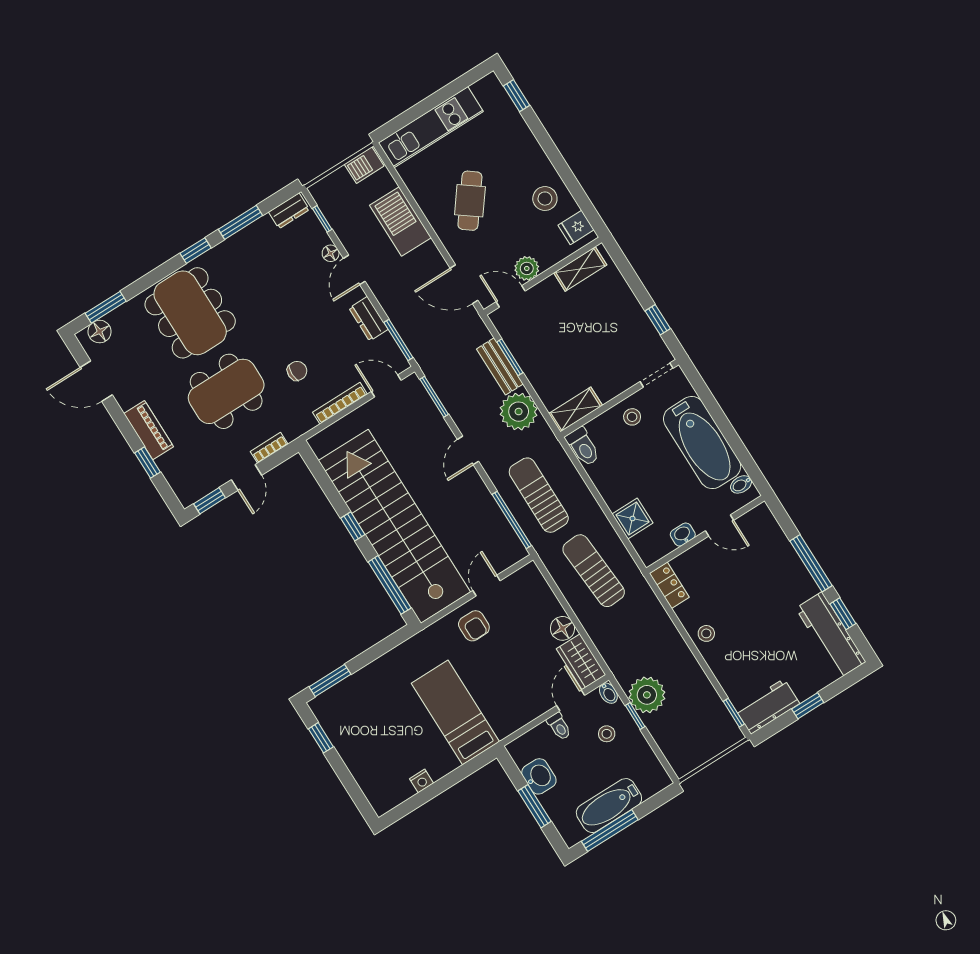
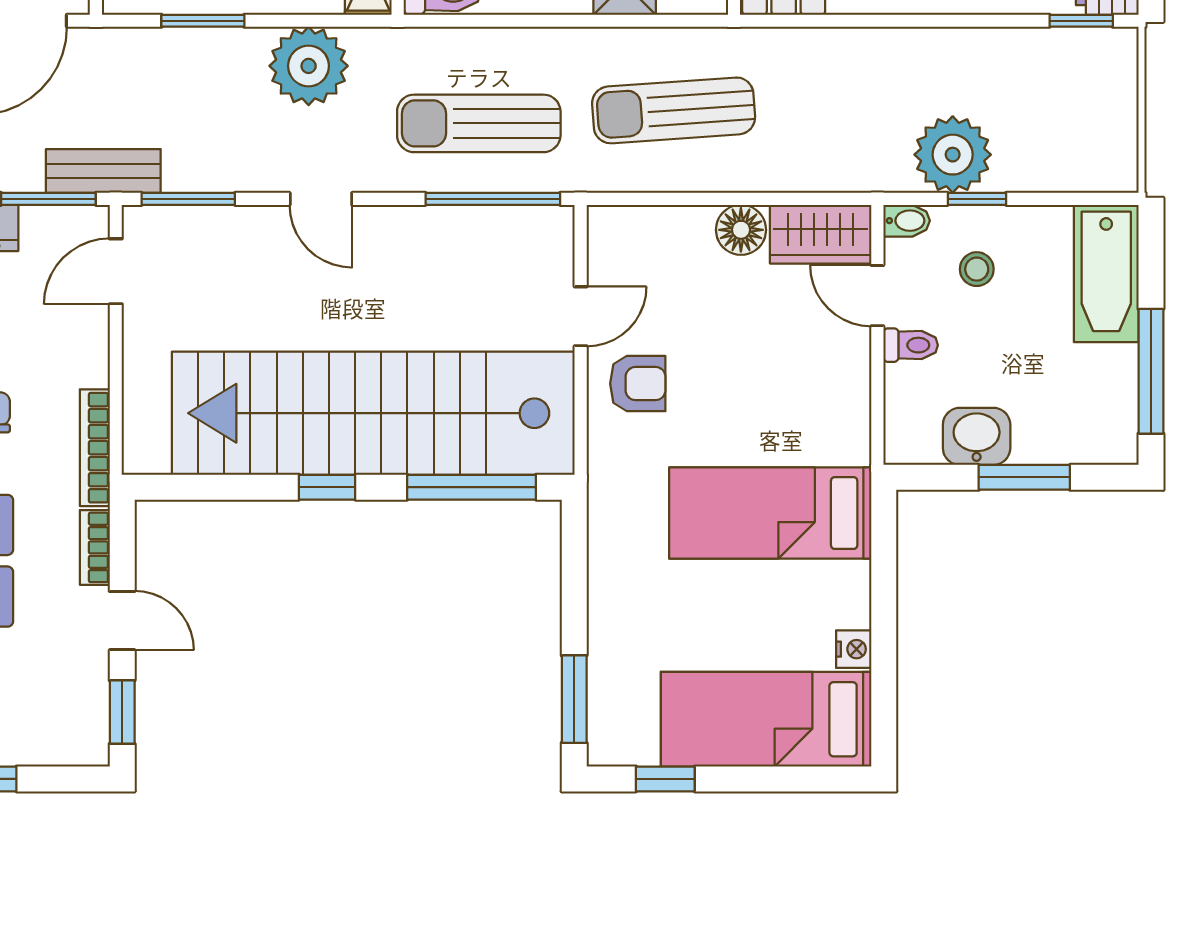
bench: (500, 366) -> (103, 171), moved
bookcase: (340, 403) -> (95, 448), moved
door: (487, 586) -> (581, 316), swing flipped
bed: (371, 763) -> (766, 719), added
bathtub: (609, 806) -> (1106, 273), moved

